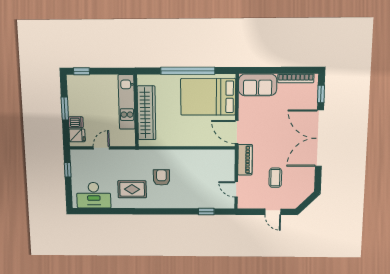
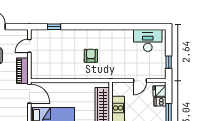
armchair: (161, 177) -> (91, 56), turned 180
rug: (132, 189) -> (116, 46), removed
door: (236, 189) -> (29, 46), swing flipped

